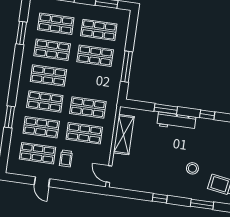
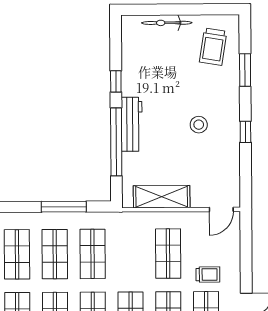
shop shelf: (88, 107) -> (93, 254), moved
window: (166, 109) -> (116, 142), width x2.11
stool: (192, 168) -> (199, 125), moved

